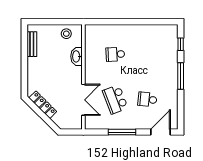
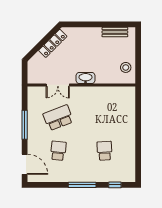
school desk: (115, 54) -> (105, 151), moved
washbasin: (76, 56) -> (86, 78), moved
double door: (83, 100) -> (58, 85), width x0.73

